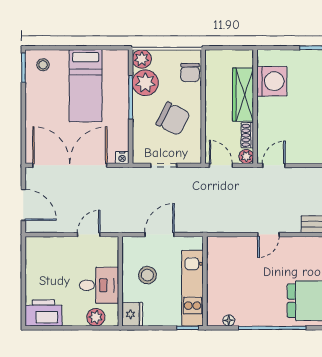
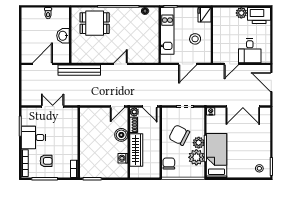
plant: (142, 59) -> (199, 143), moved
washing machine: (272, 81) -> (123, 158), width x0.53, depth x0.53
bed: (86, 86) -> (217, 155), moved
boiler: (267, 119) -> (121, 135), added
double door: (70, 165) -> (243, 106), width x0.73
desk: (99, 285) -> (250, 51), moved, turned -90
plant: (96, 317) -> (241, 13), moved

